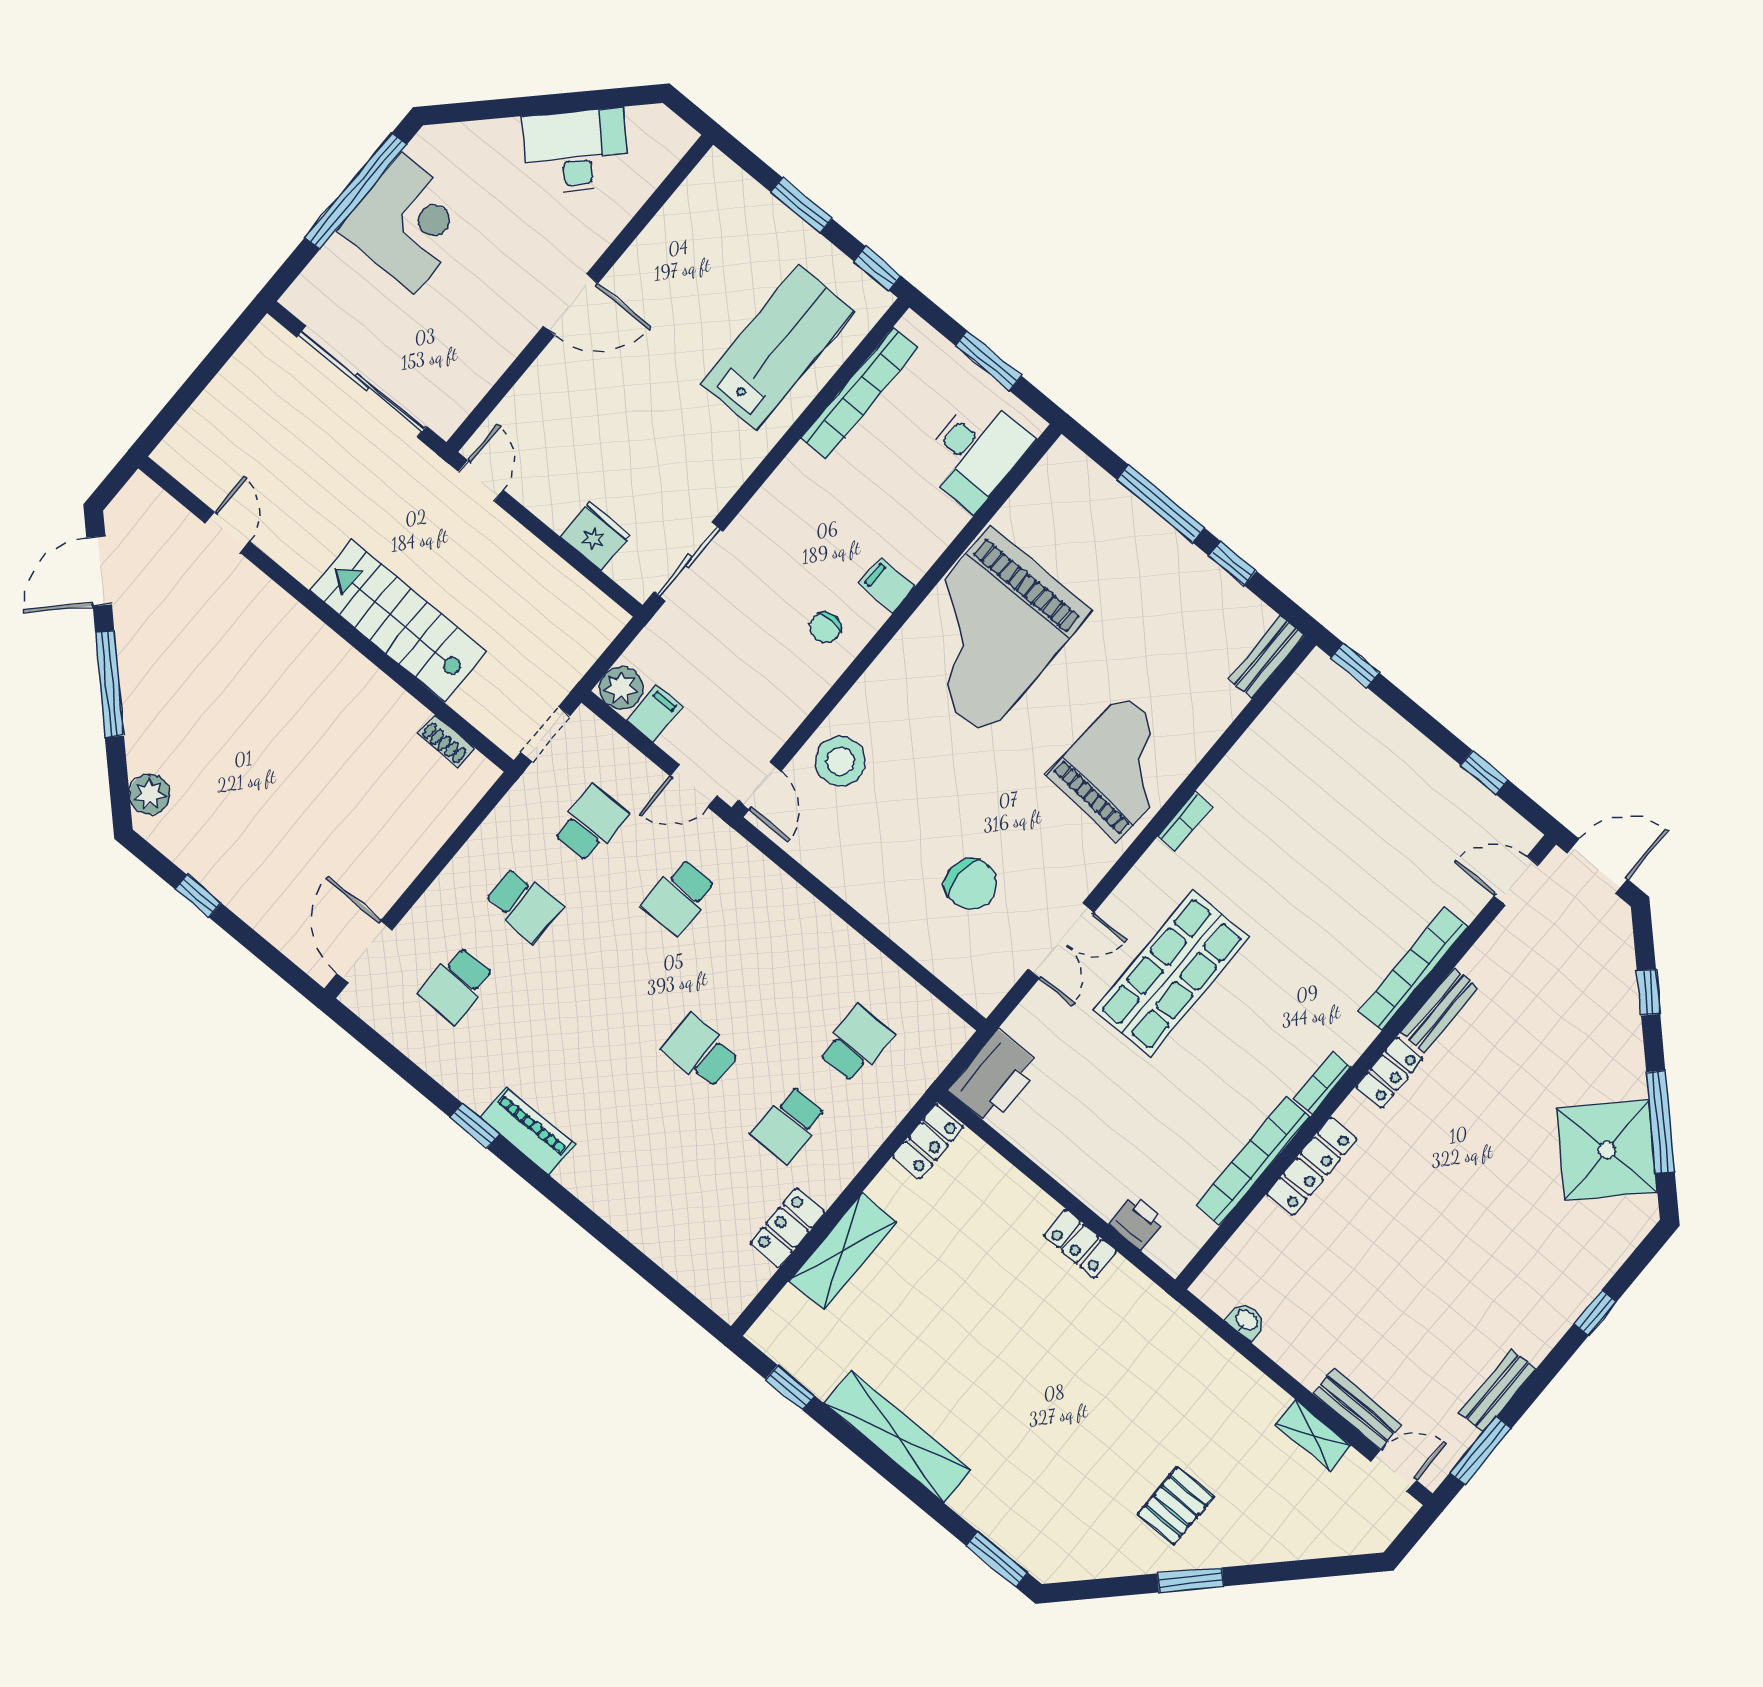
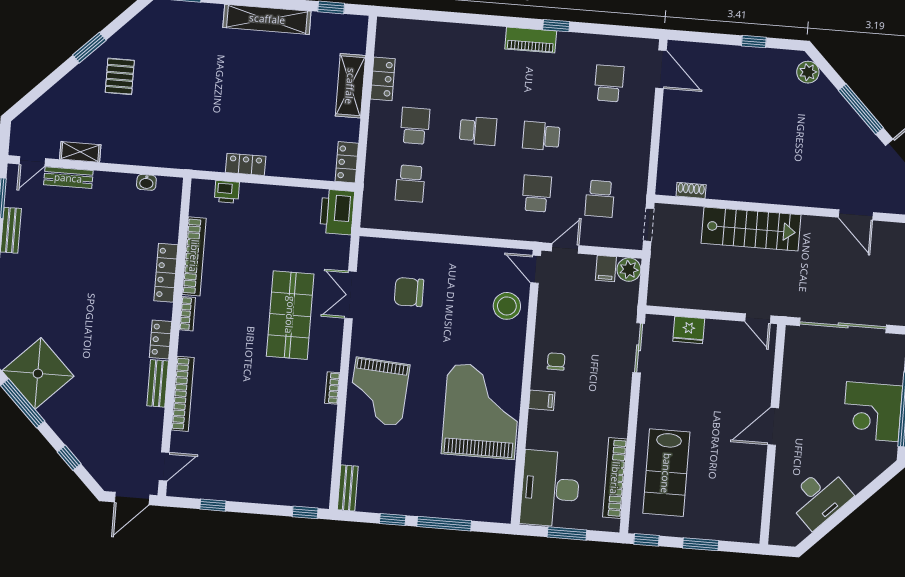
desk: (976, 452) -> (550, 489), width x1.36, depth x1.30
door: (227, 532) -> (856, 215), width x1.38
school desk: (523, 904) -> (541, 136), moved

